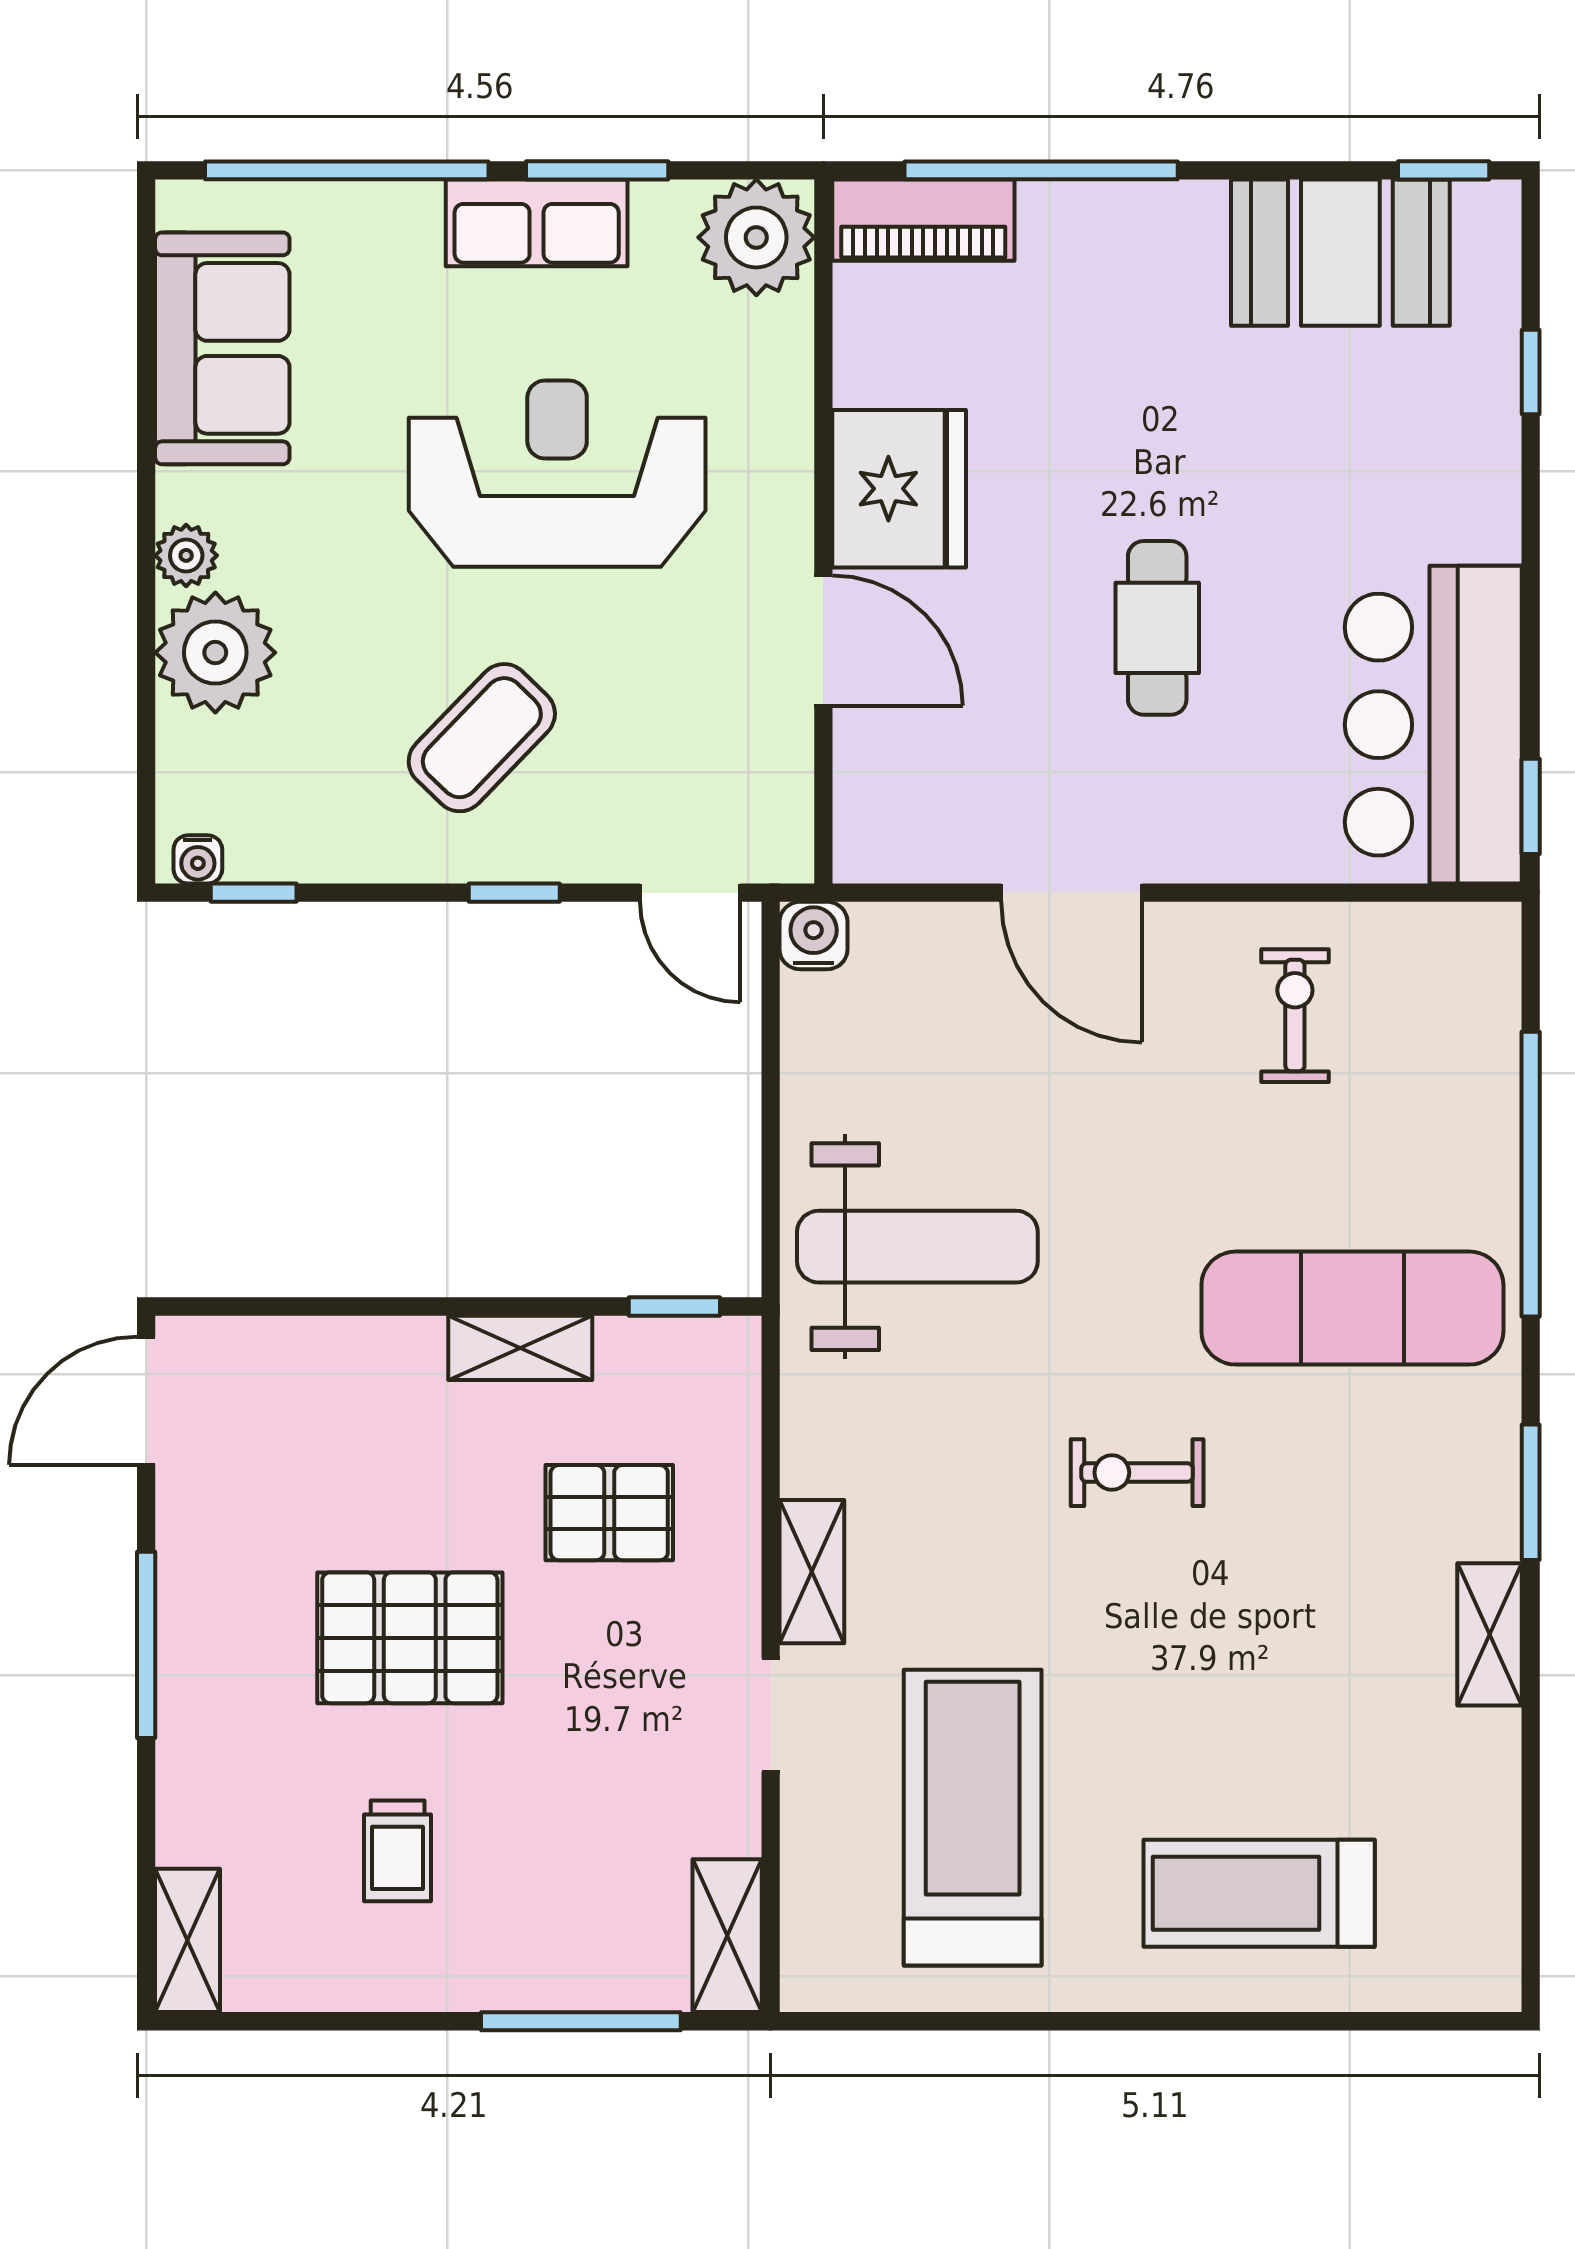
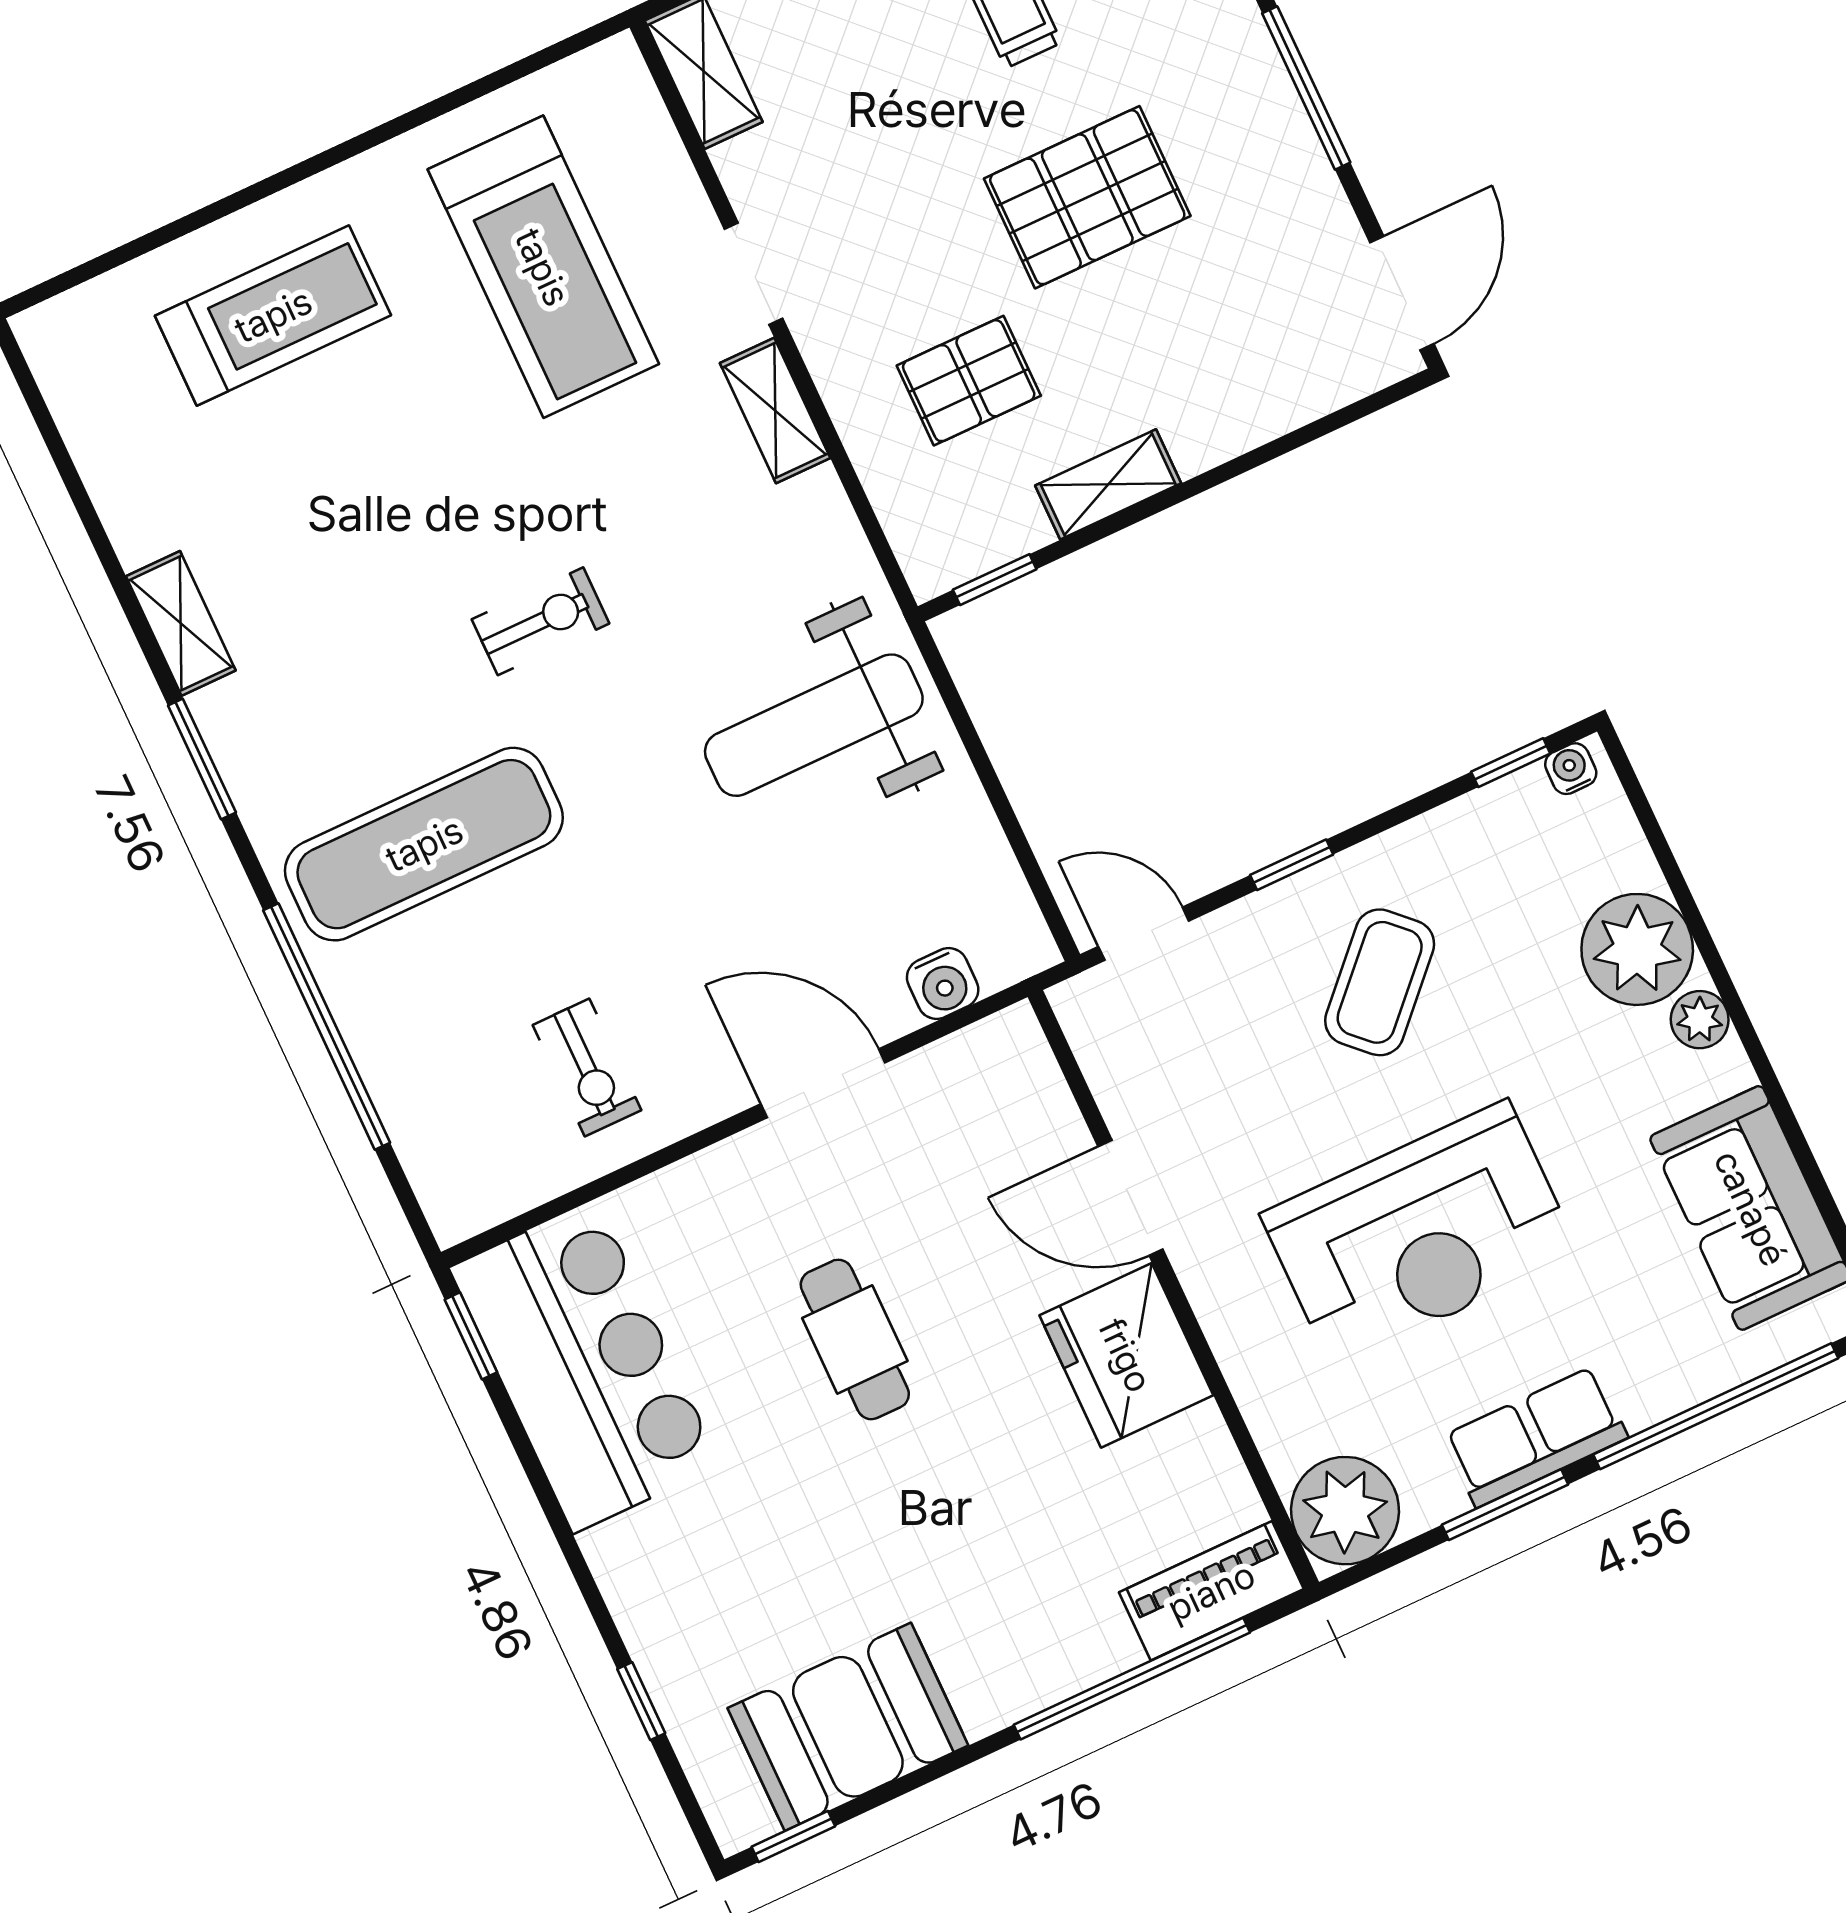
water cooler: (814, 936) -> (943, 984), moved

